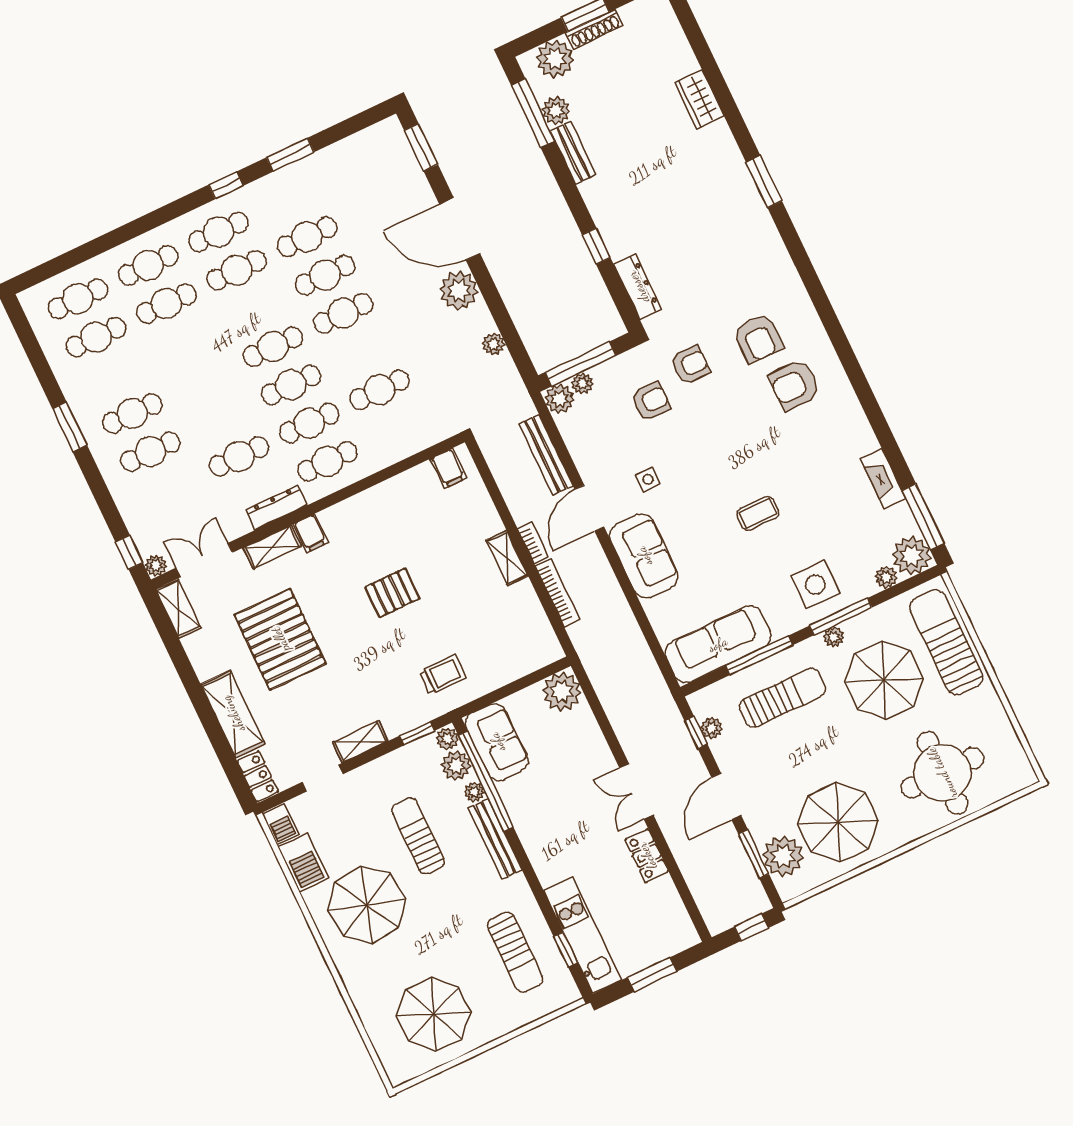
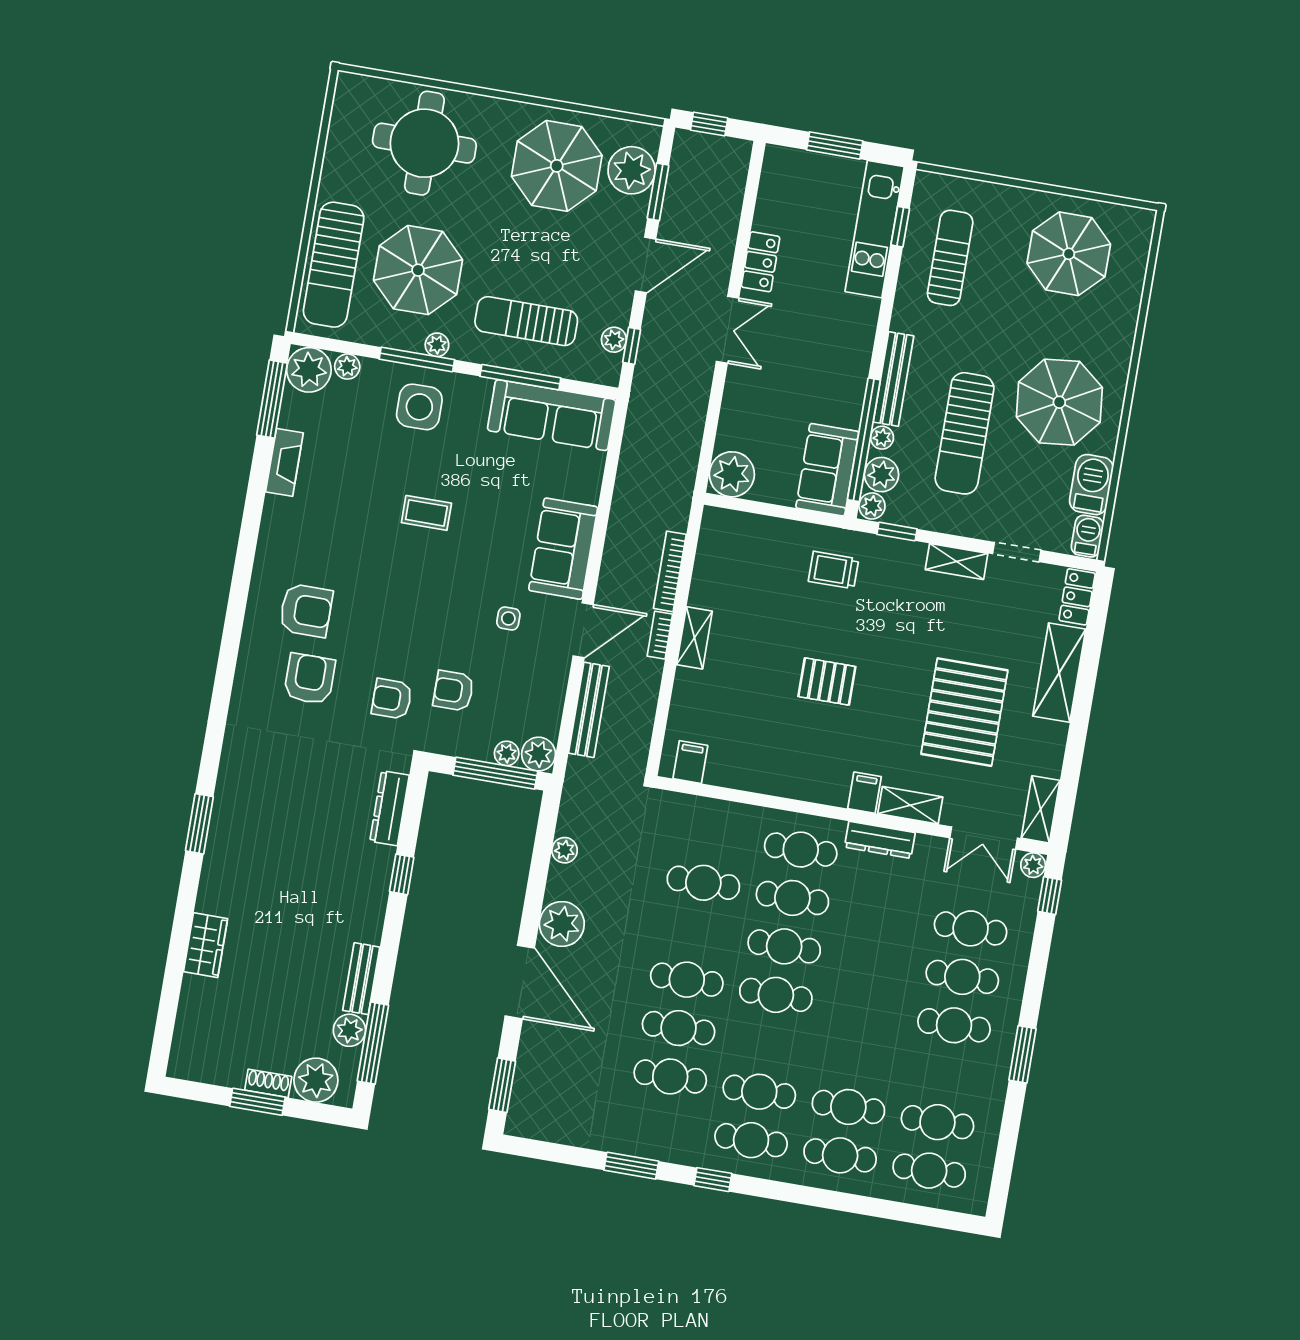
shoe rack: (594, 29) -> (268, 1083), width x0.70
cafe table: (239, 457) -> (971, 928), moved
sun lounger: (418, 836) -> (965, 433), width x1.36, depth x1.34

